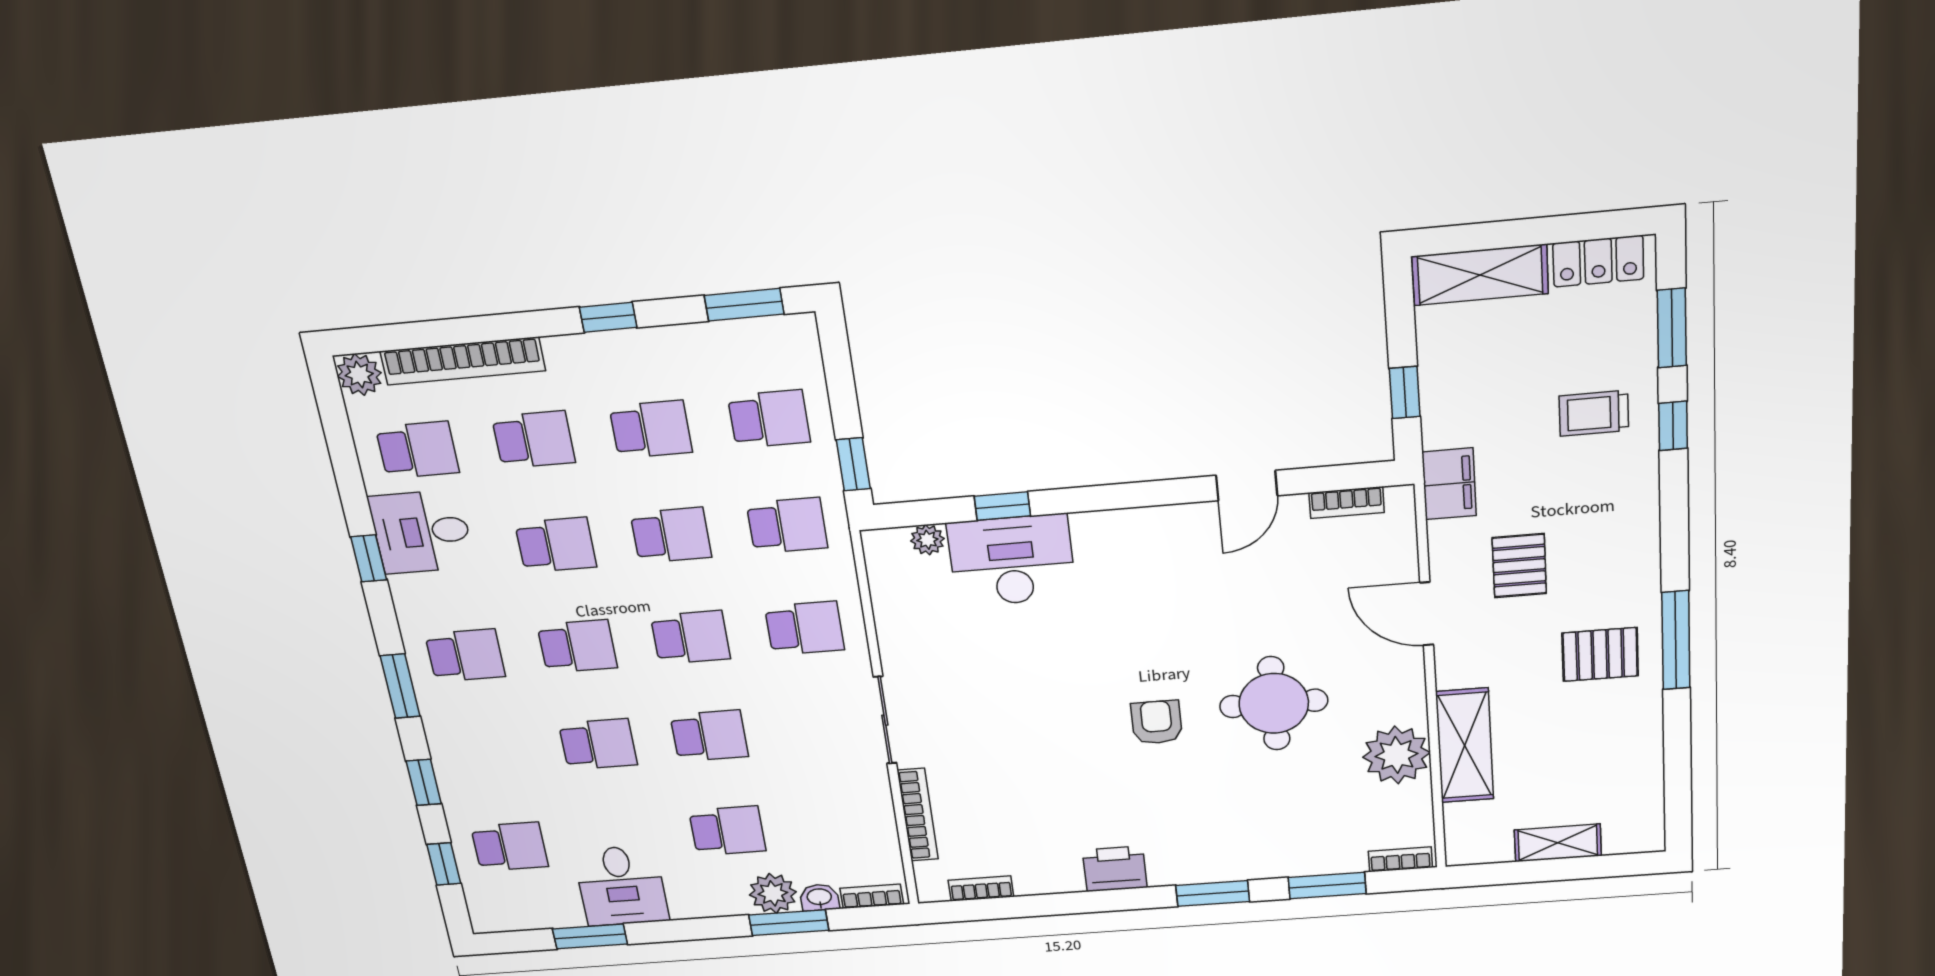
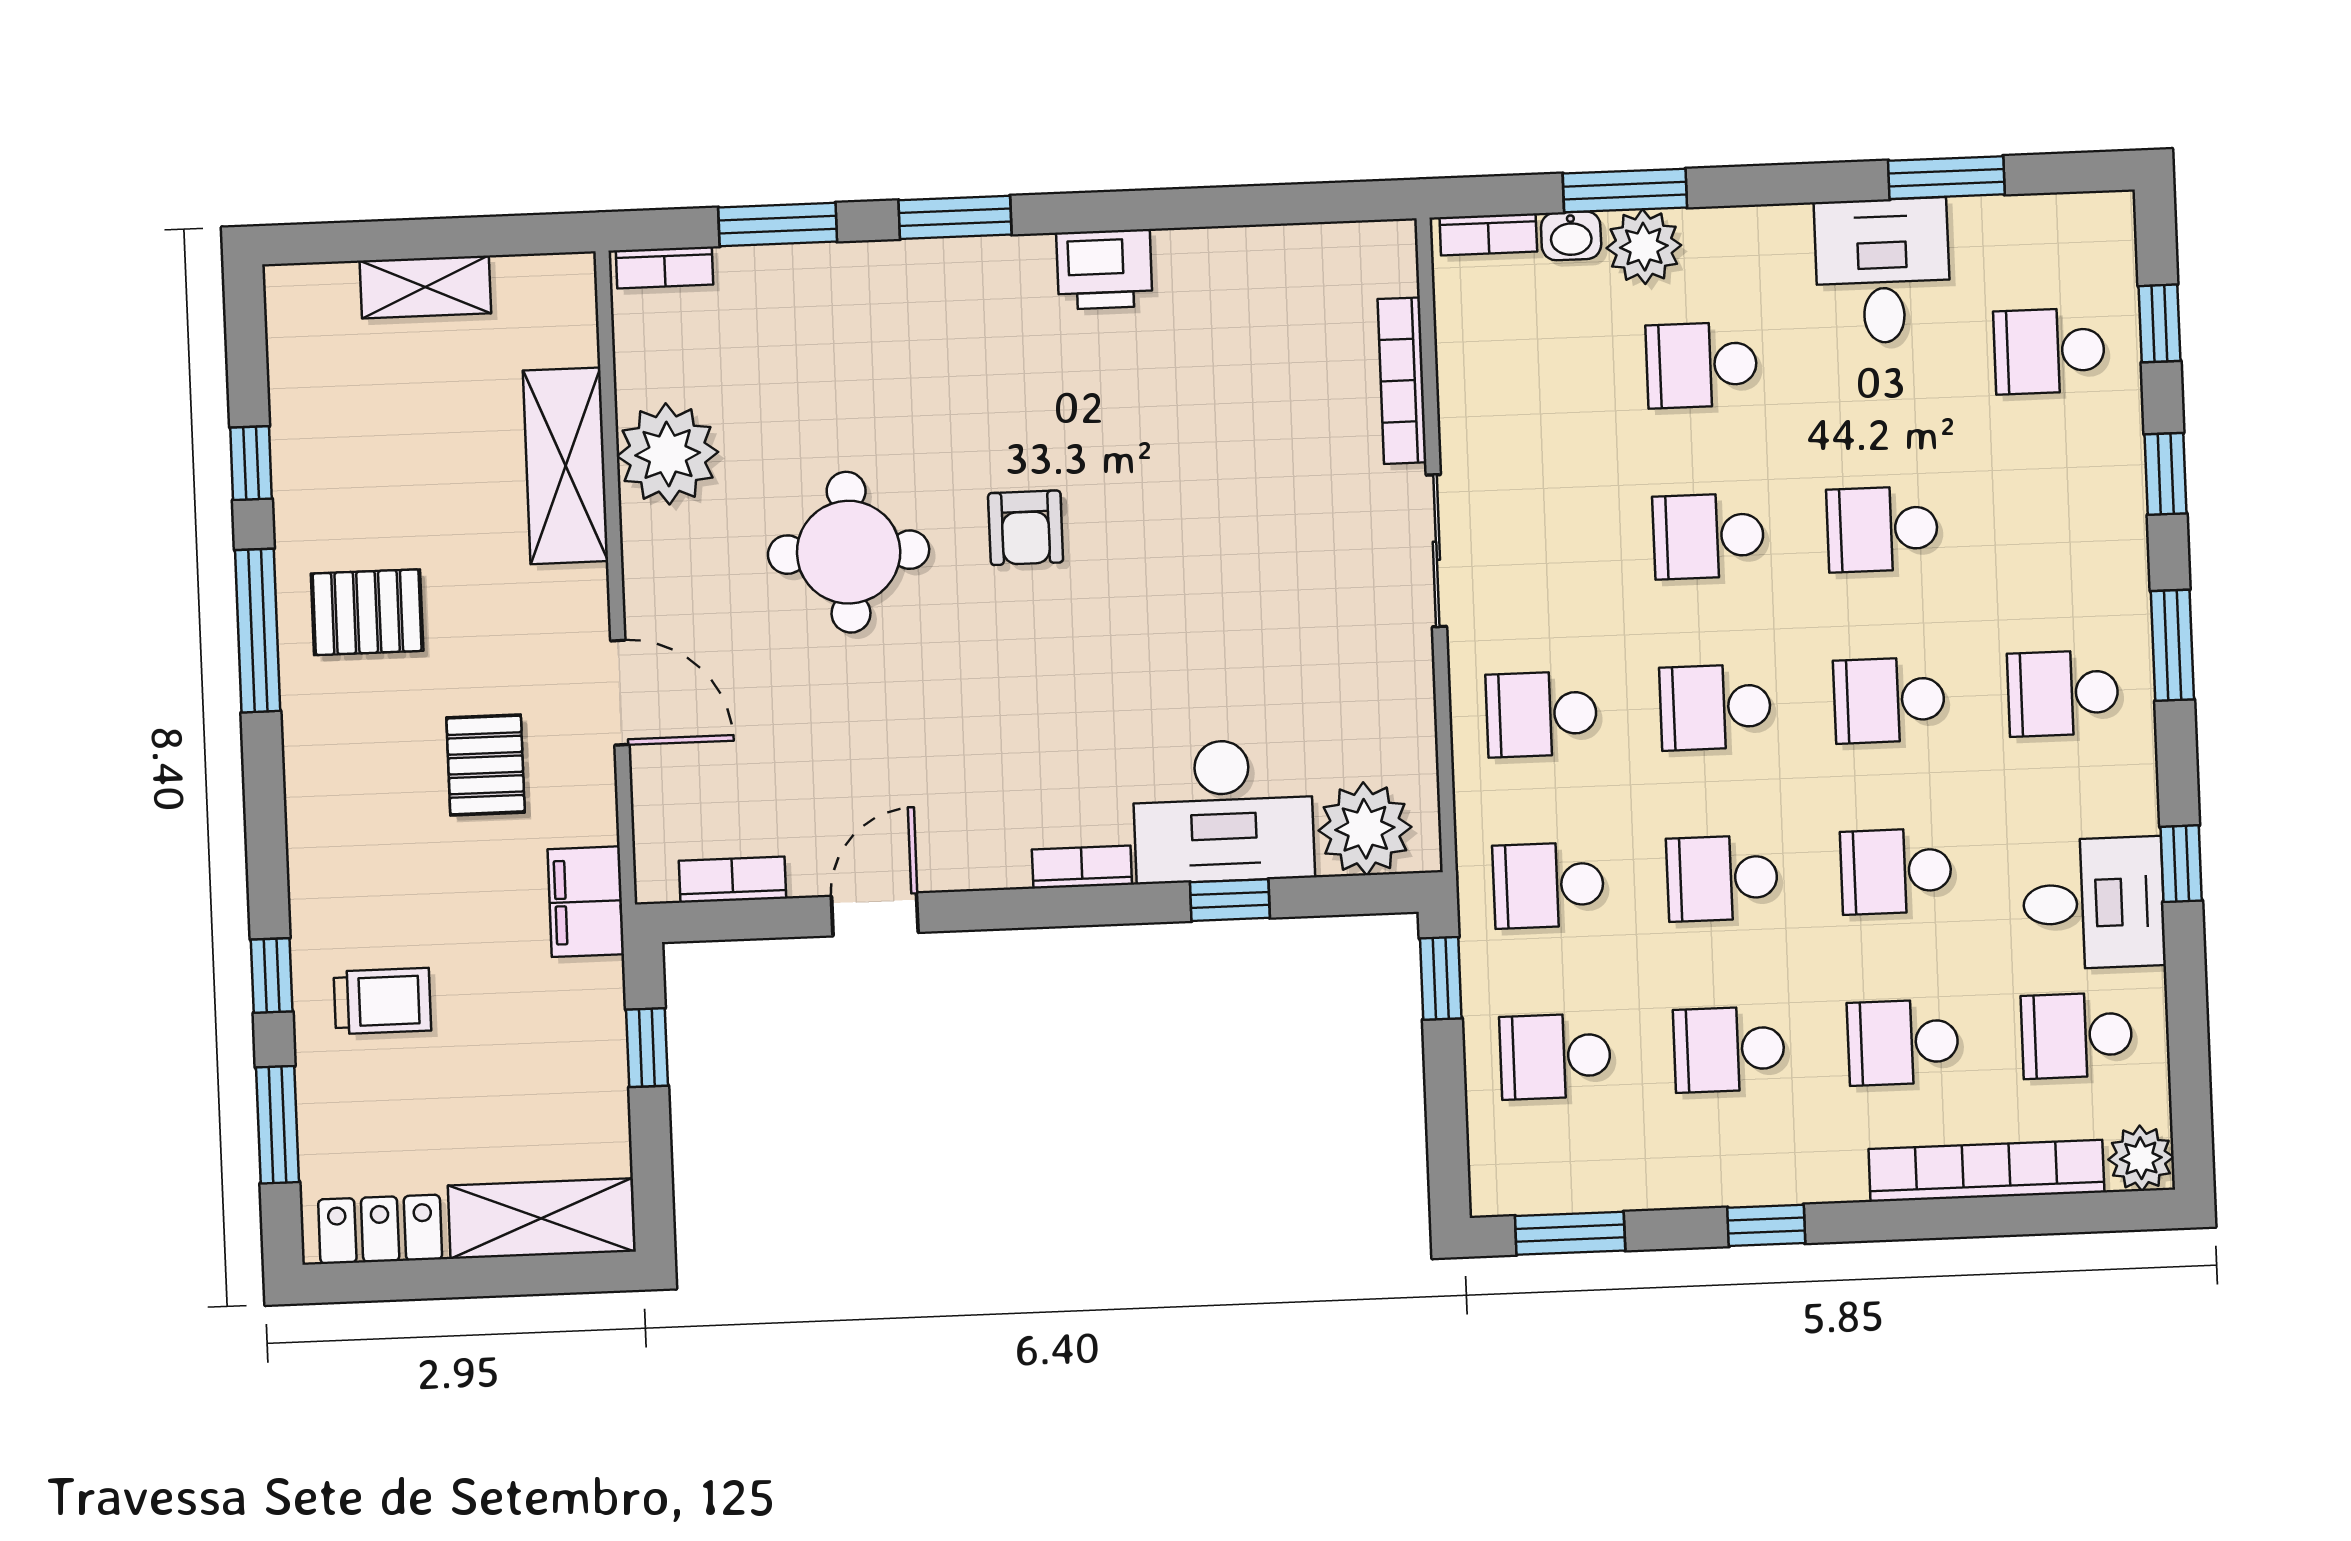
plant: (927, 540) -> (1365, 829), width x1.88, depth x1.88
window: (1677, 739) -> (251, 463), added
bookcase: (981, 888) -> (1082, 867), moved, turned 180

